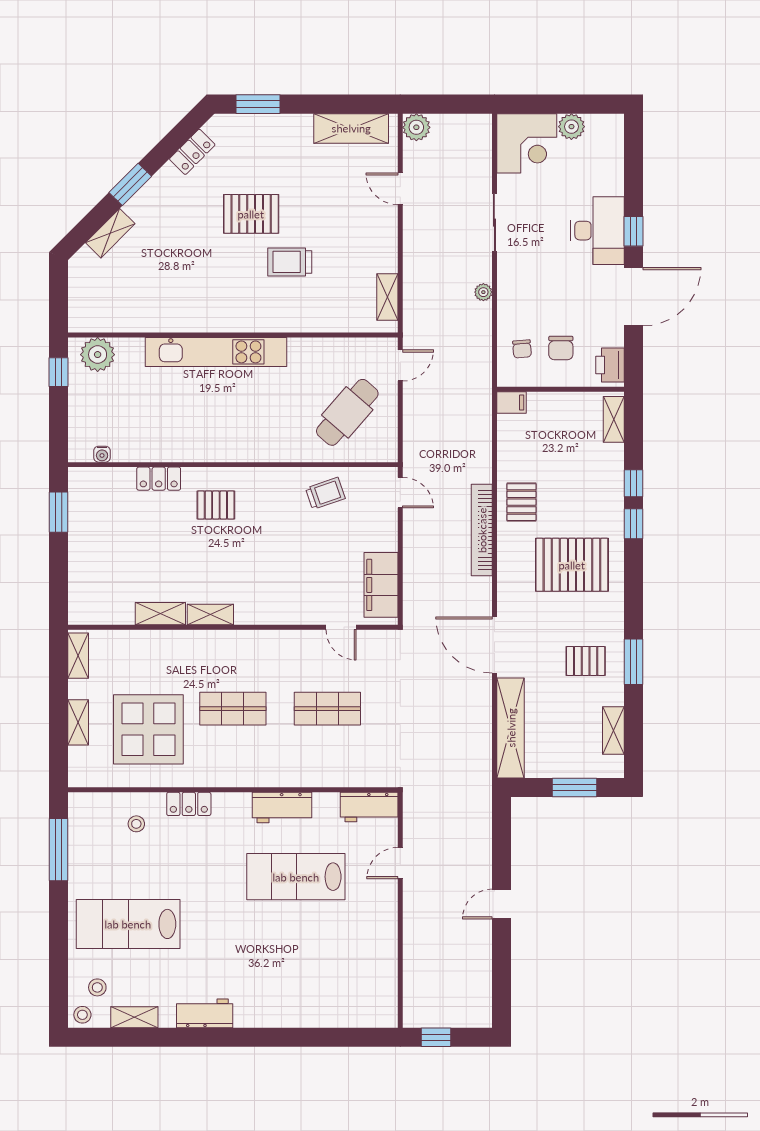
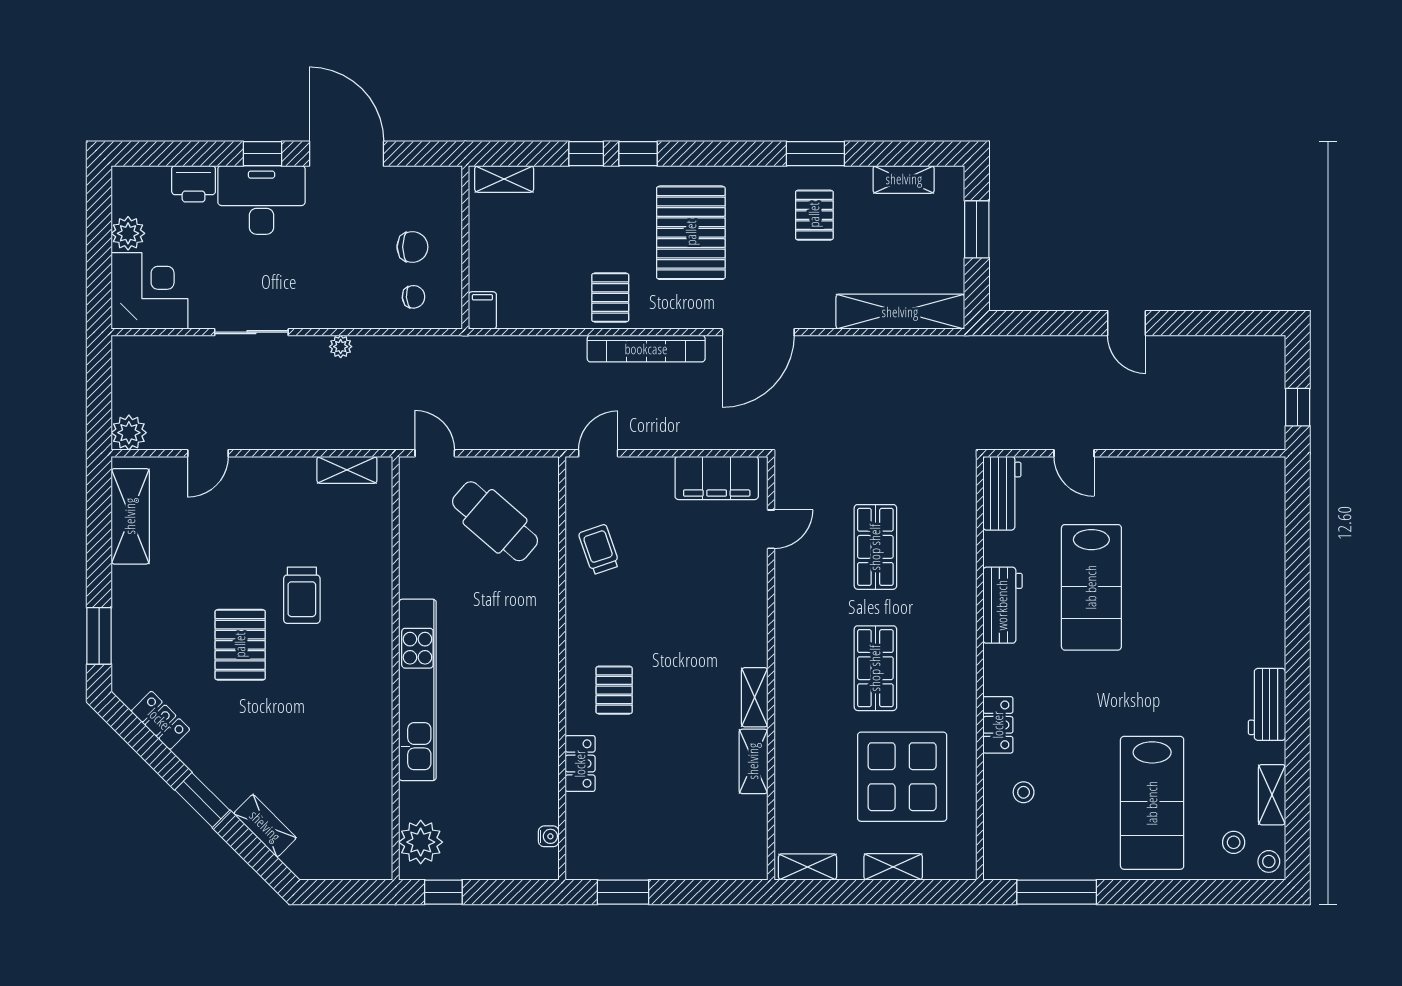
printer: (610, 365) -> (194, 184), moved
pallet: (521, 502) -> (610, 298), turned 90
door: (494, 645) -> (758, 332), moved

